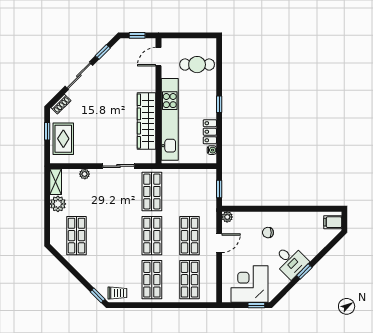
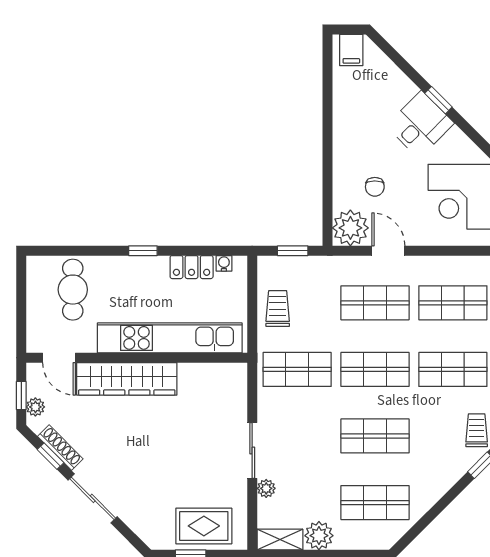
plant: (131, 43) -> (35, 407), added
shoe rack: (61, 104) -> (60, 448), moved, width x1.43
wardrobe: (147, 121) -> (127, 379), moved
sliding door: (118, 166) -> (252, 451), moved
trolley: (186, 181) -> (278, 308), added
plant: (227, 217) -> (350, 228), width x1.88, depth x1.88
chair: (268, 233) -> (375, 187), moved
shop shelf: (114, 236) -> (375, 436), added

